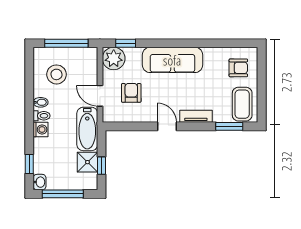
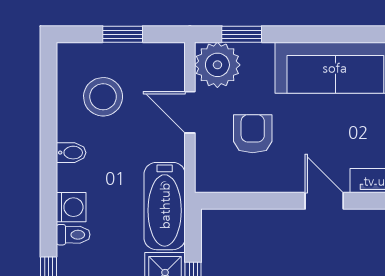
window: (66, 43) -> (123, 34), width x0.46
door: (100, 96) -> (190, 112), moved
toilet: (42, 116) -> (73, 235), moved

